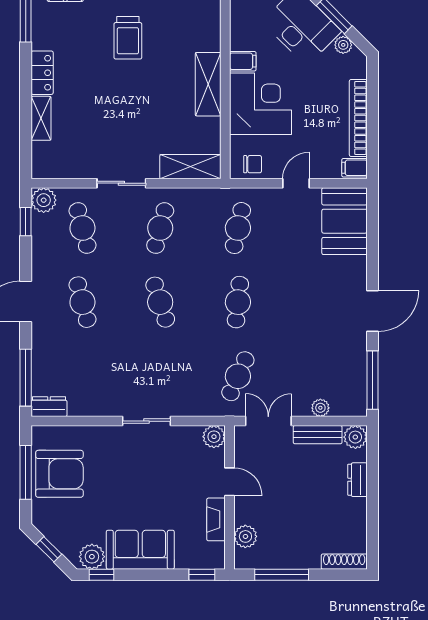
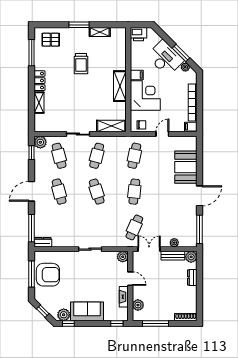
booth: (344, 221) -> (186, 167), moved

